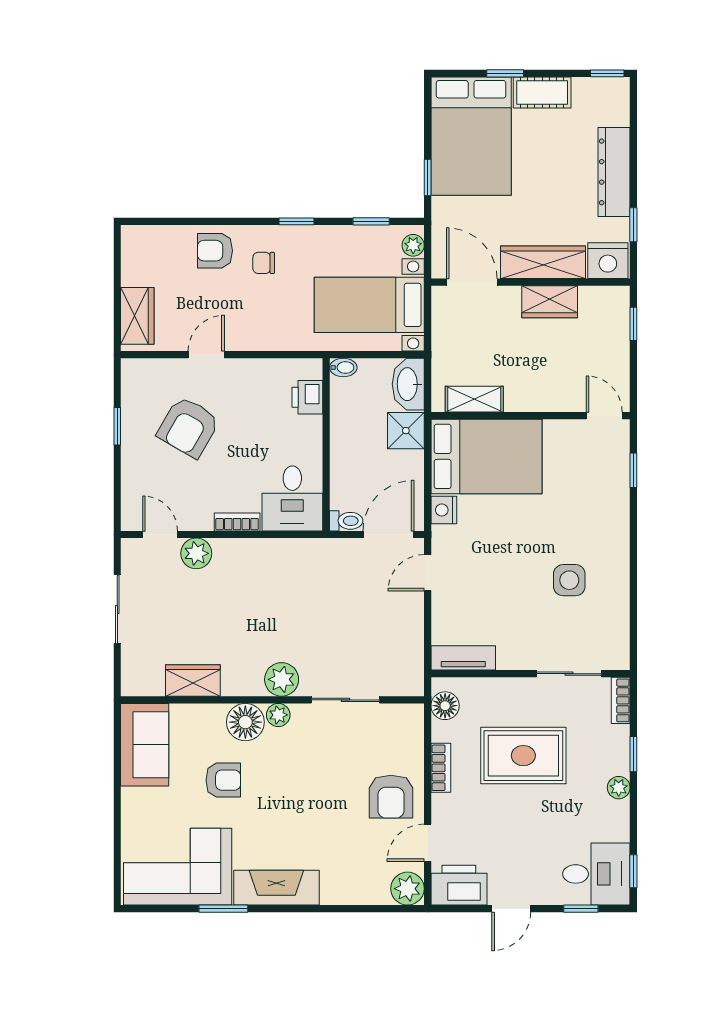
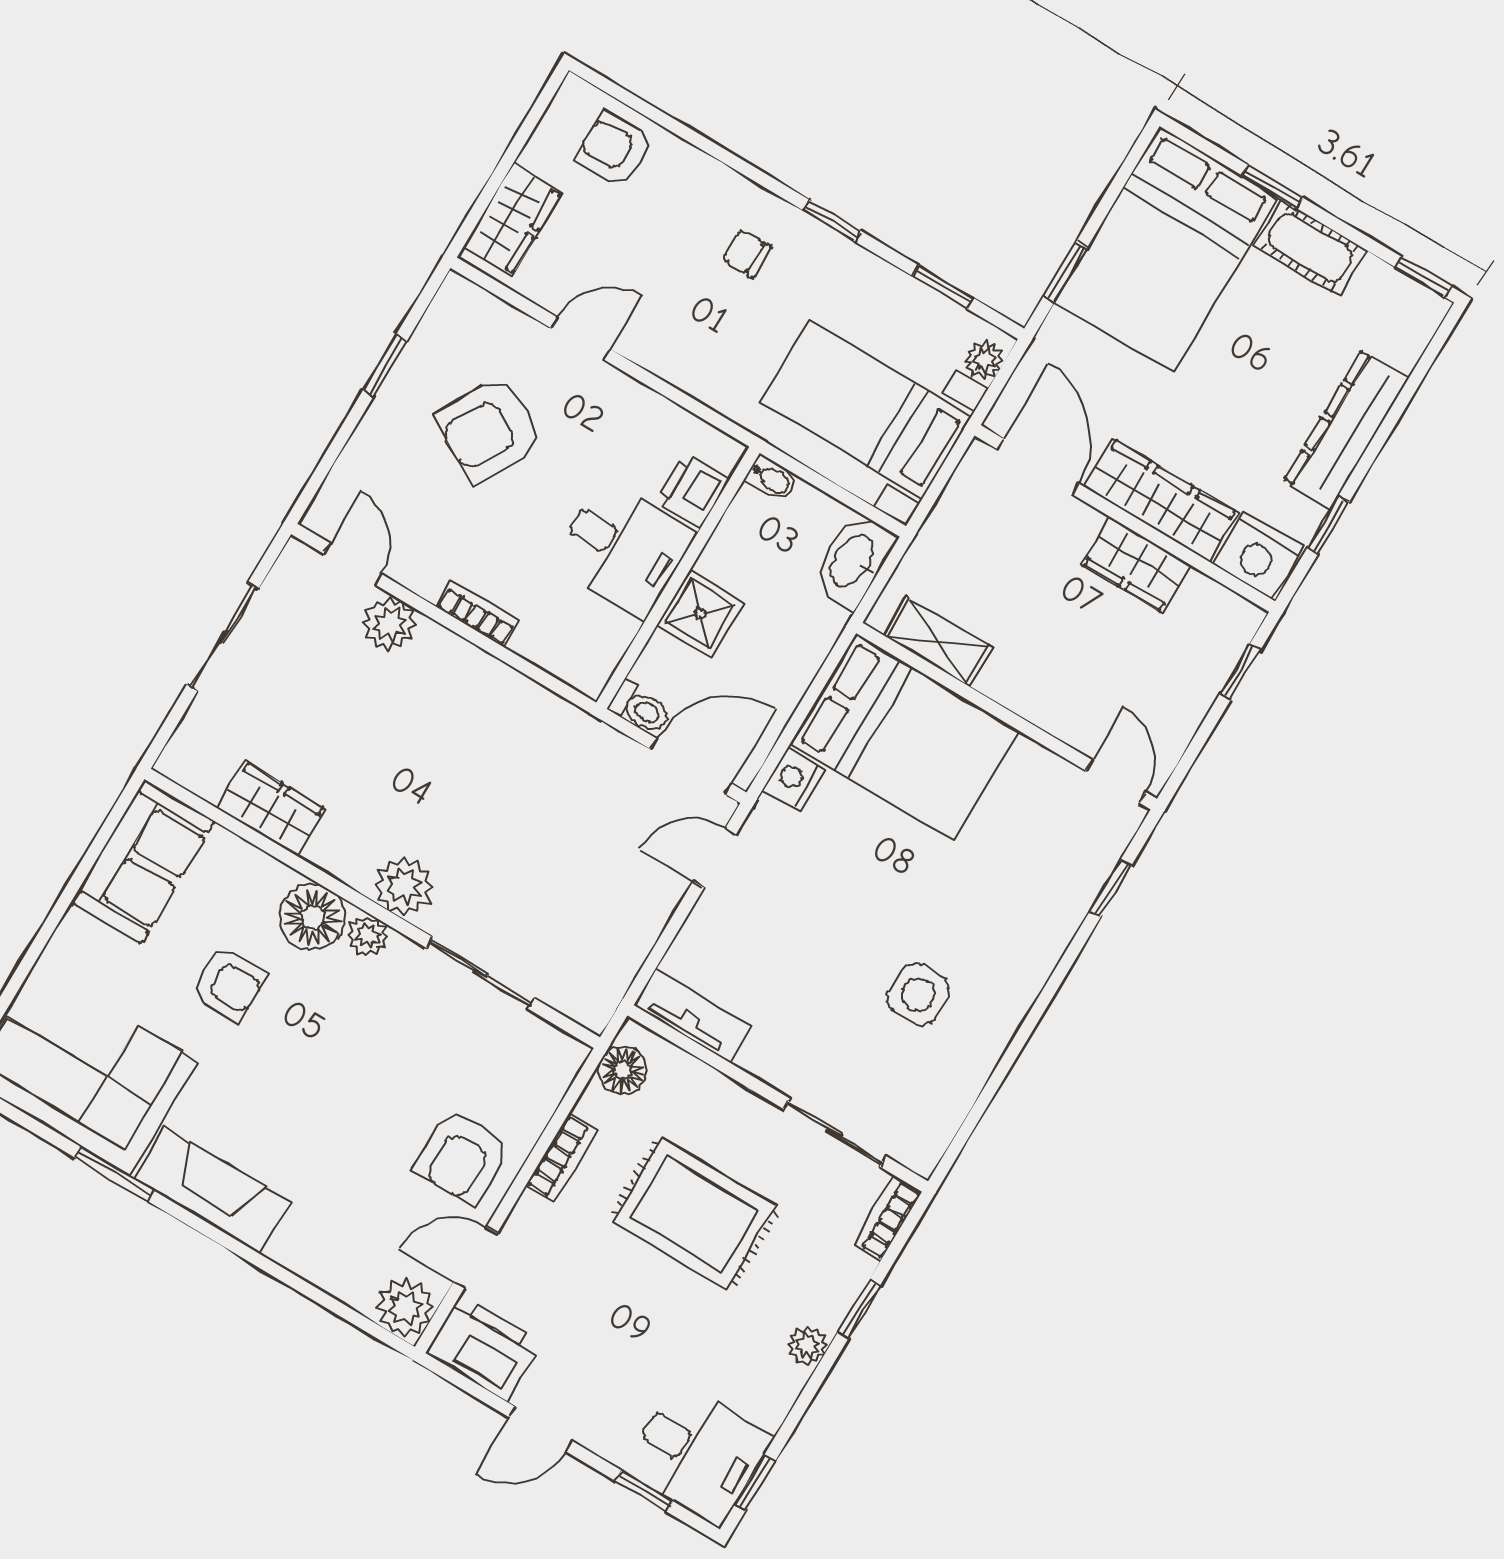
armchair: (215, 251) -> (615, 149), moved
shower: (406, 431) -> (700, 613), moved
desk: (292, 498) -> (623, 549), moved, turned -90

